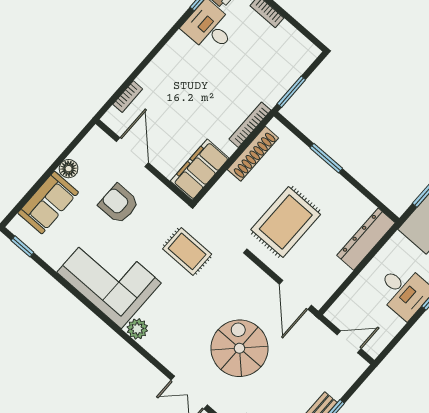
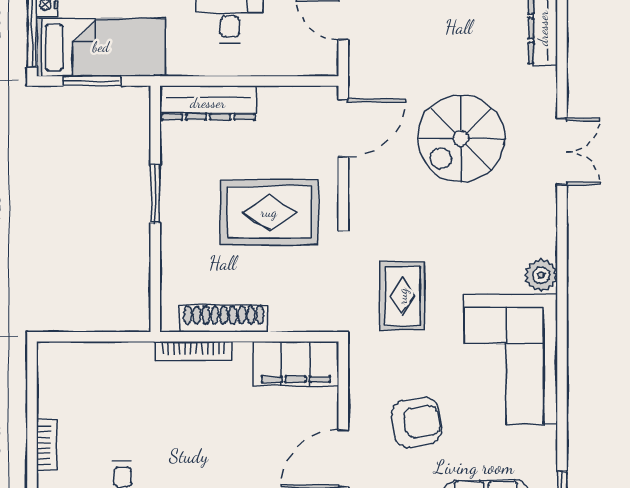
window: (291, 92) -> (114, 337), removed
window: (326, 158) -> (155, 194), moved
armchair: (119, 204) -> (416, 422), turned -99

